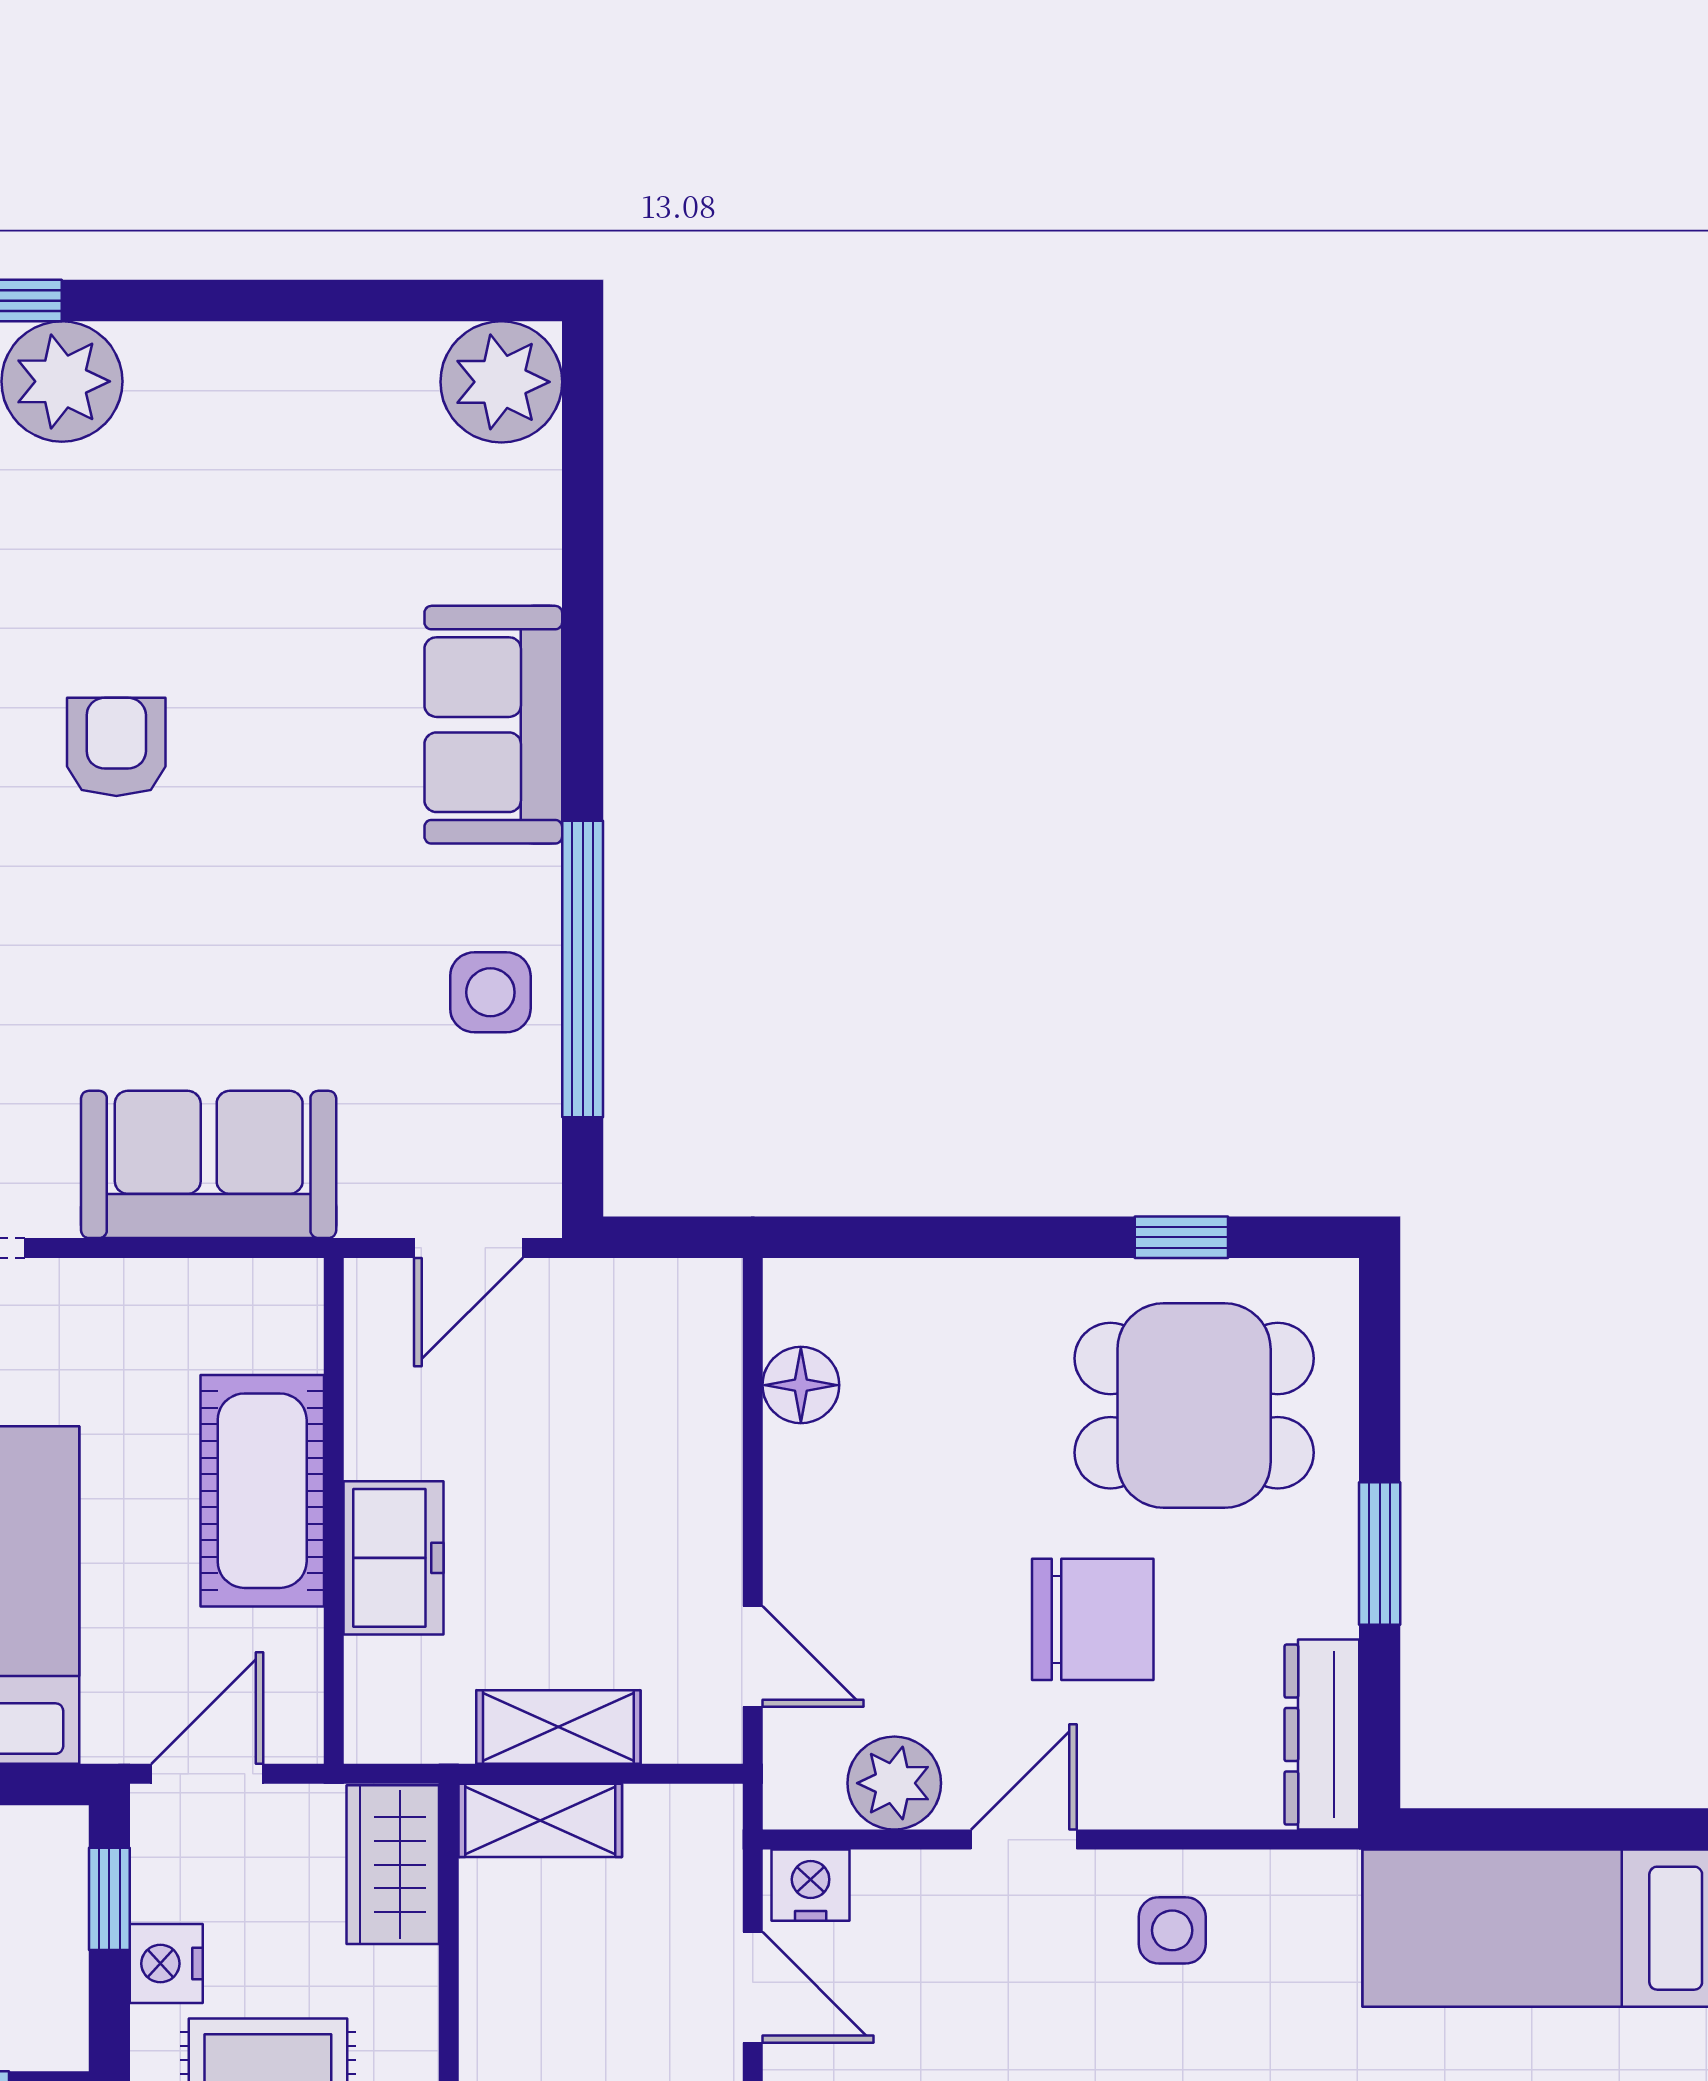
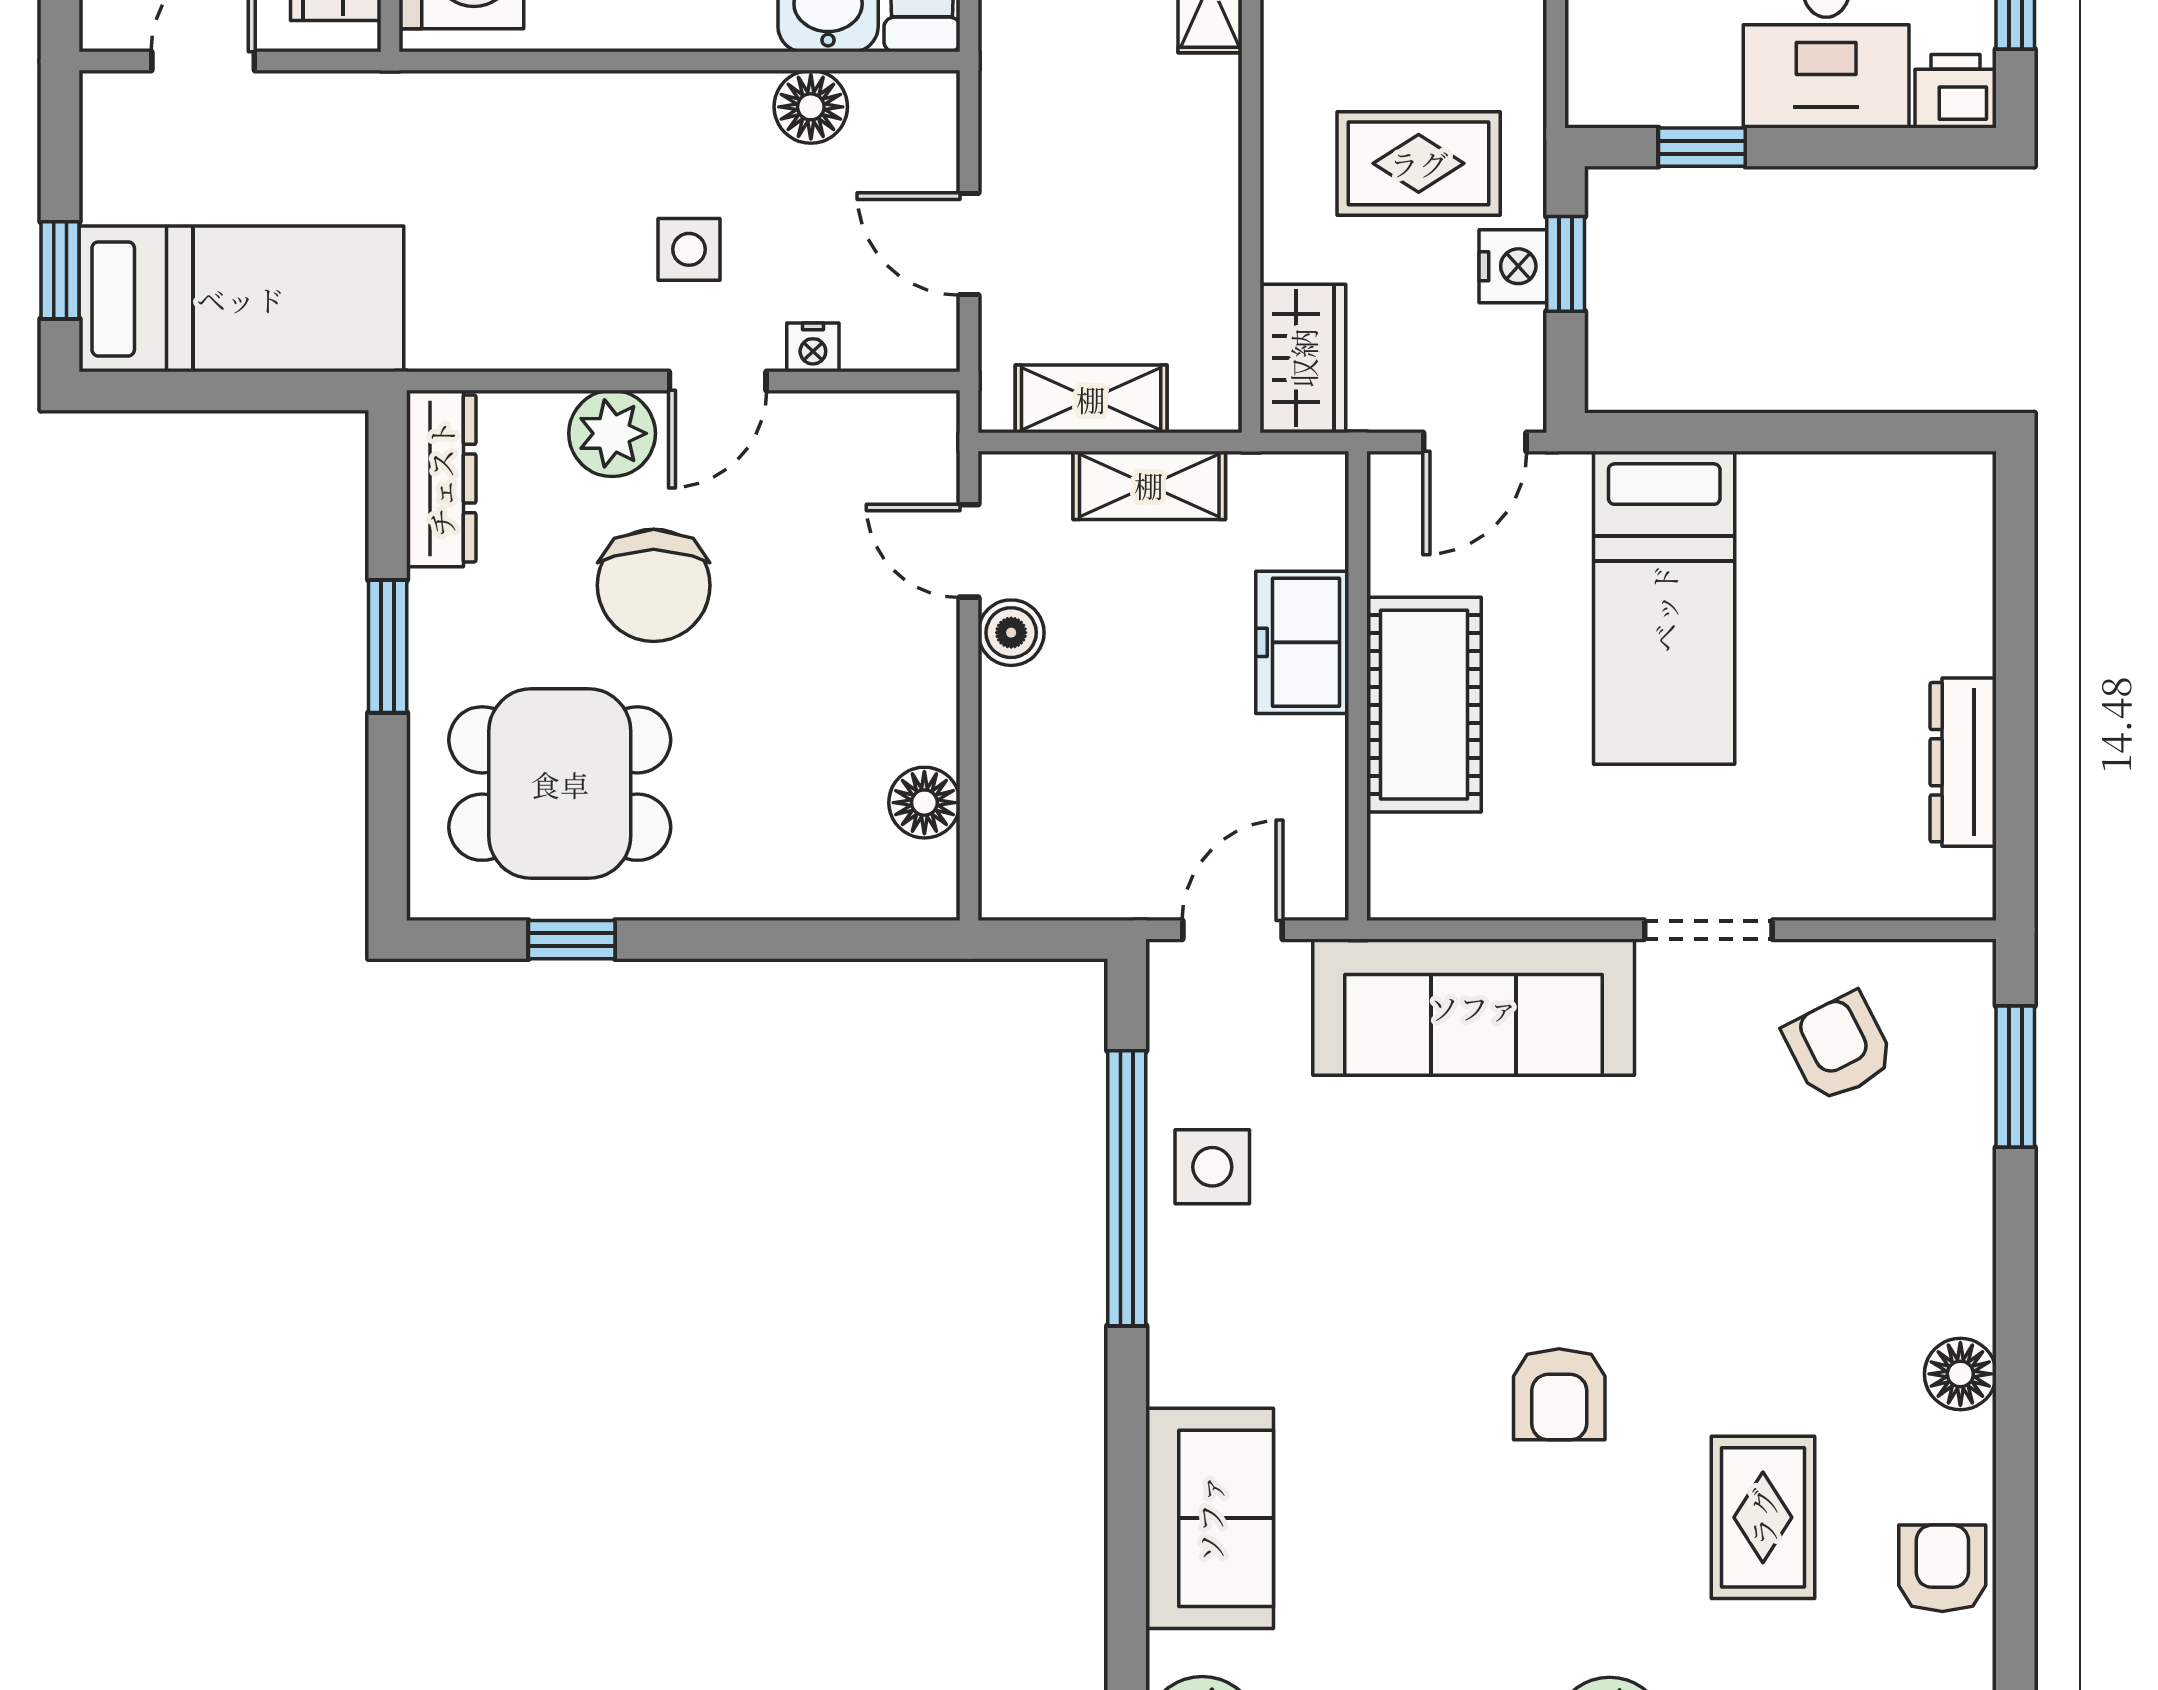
sofa: (493, 725) -> (1210, 1518), moved
sofa: (209, 1164) -> (1474, 1007), width x1.36
boiler: (707, 1568) -> (1011, 633), added
chair: (1093, 1619) -> (654, 585), turned -90
plant: (894, 1783) -> (612, 433), moved
shelving: (540, 1820) -> (1091, 399), moved
nightstand: (811, 1885) -> (813, 347), moved, width x0.72, depth x0.74
window: (109, 1899) -> (1566, 264), moved
side table: (1172, 1930) -> (689, 249), moved

